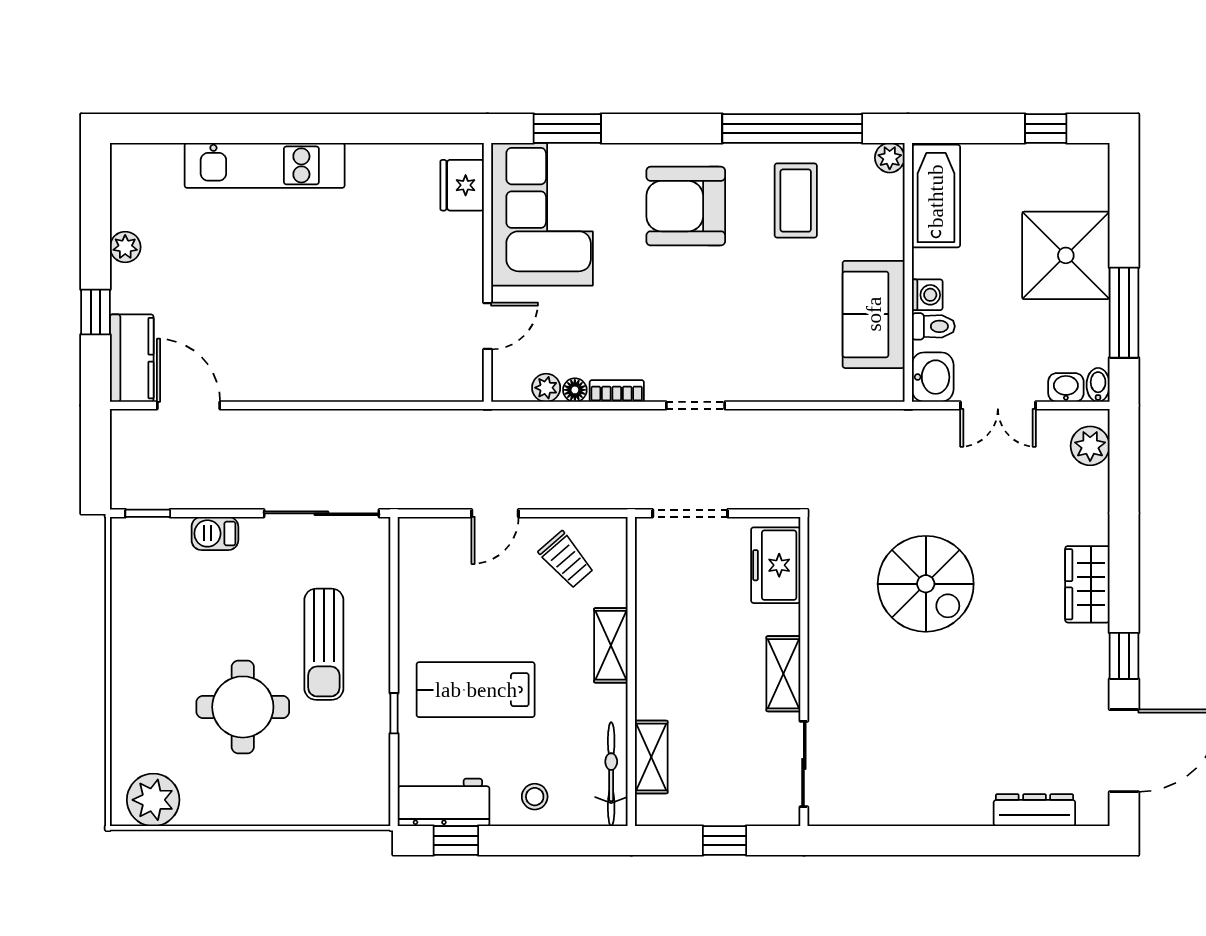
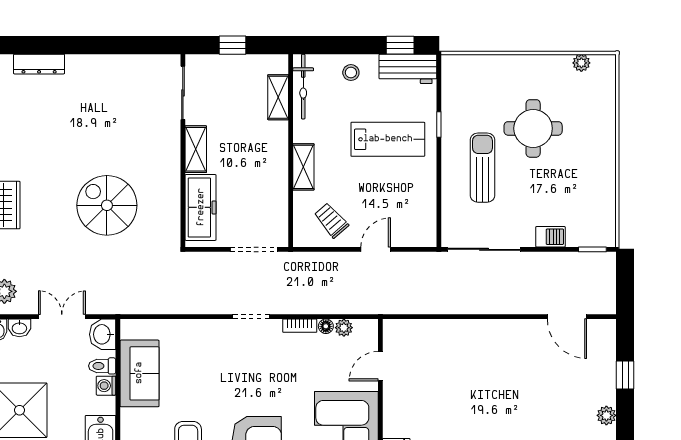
kitchen counter: (132, 358) -> (602, 346), removed
freezer: (776, 565) -> (201, 207), width x1.40
plant: (153, 800) -> (581, 63), width x0.53, depth x0.53

